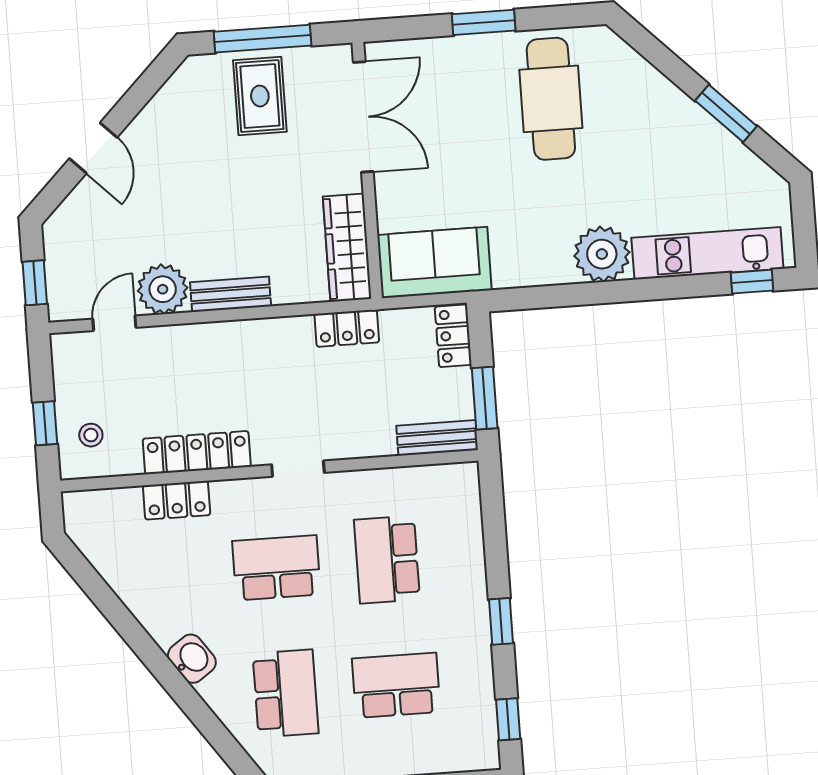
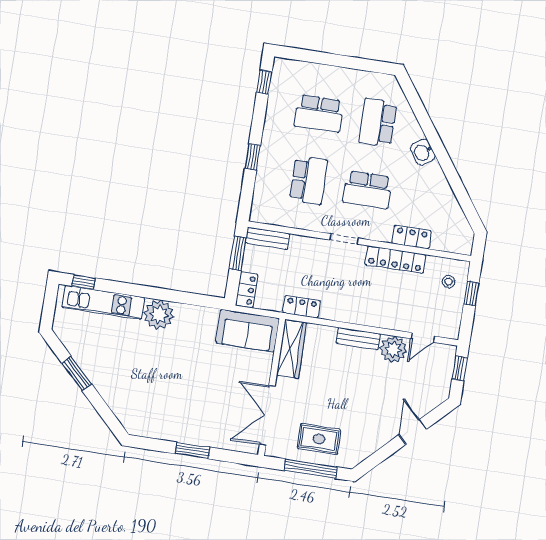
rug: (260, 96) -> (319, 439), turned 90
cafe table: (551, 99) -> (167, 402), removed
window: (501, 621) -> (253, 157), moved

